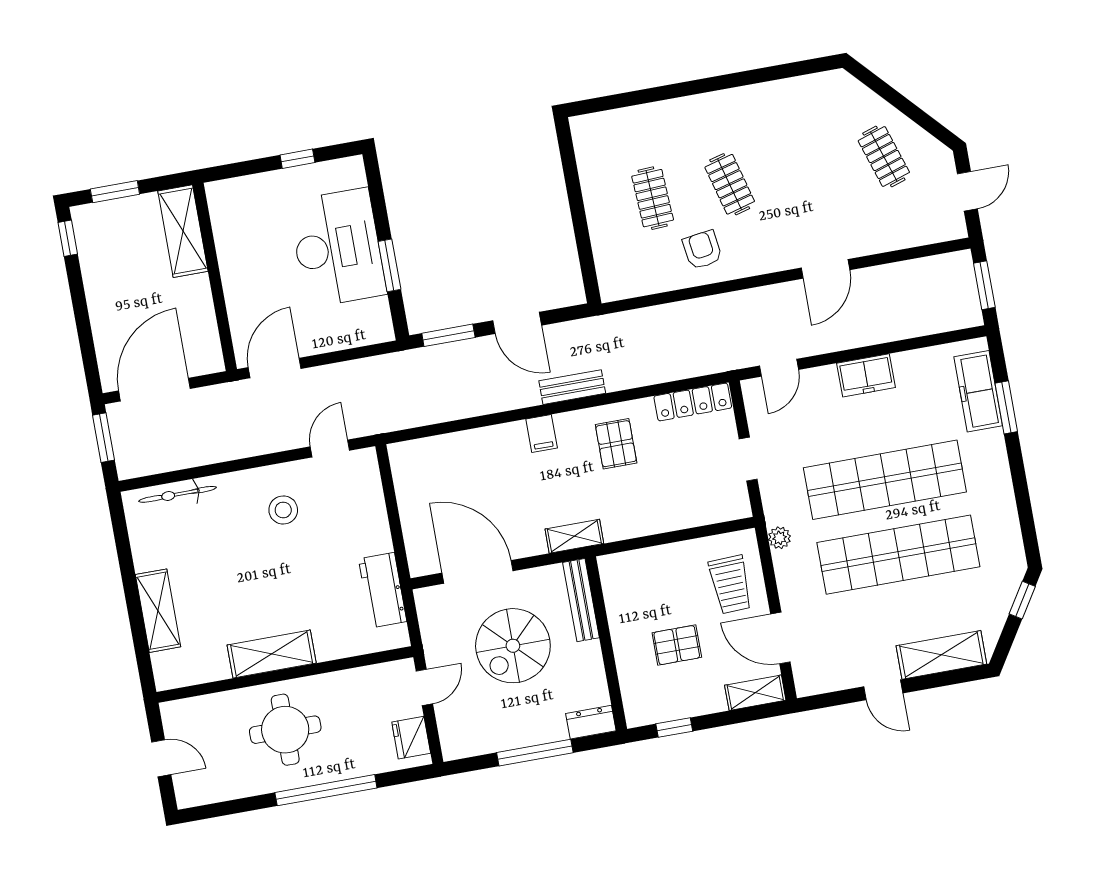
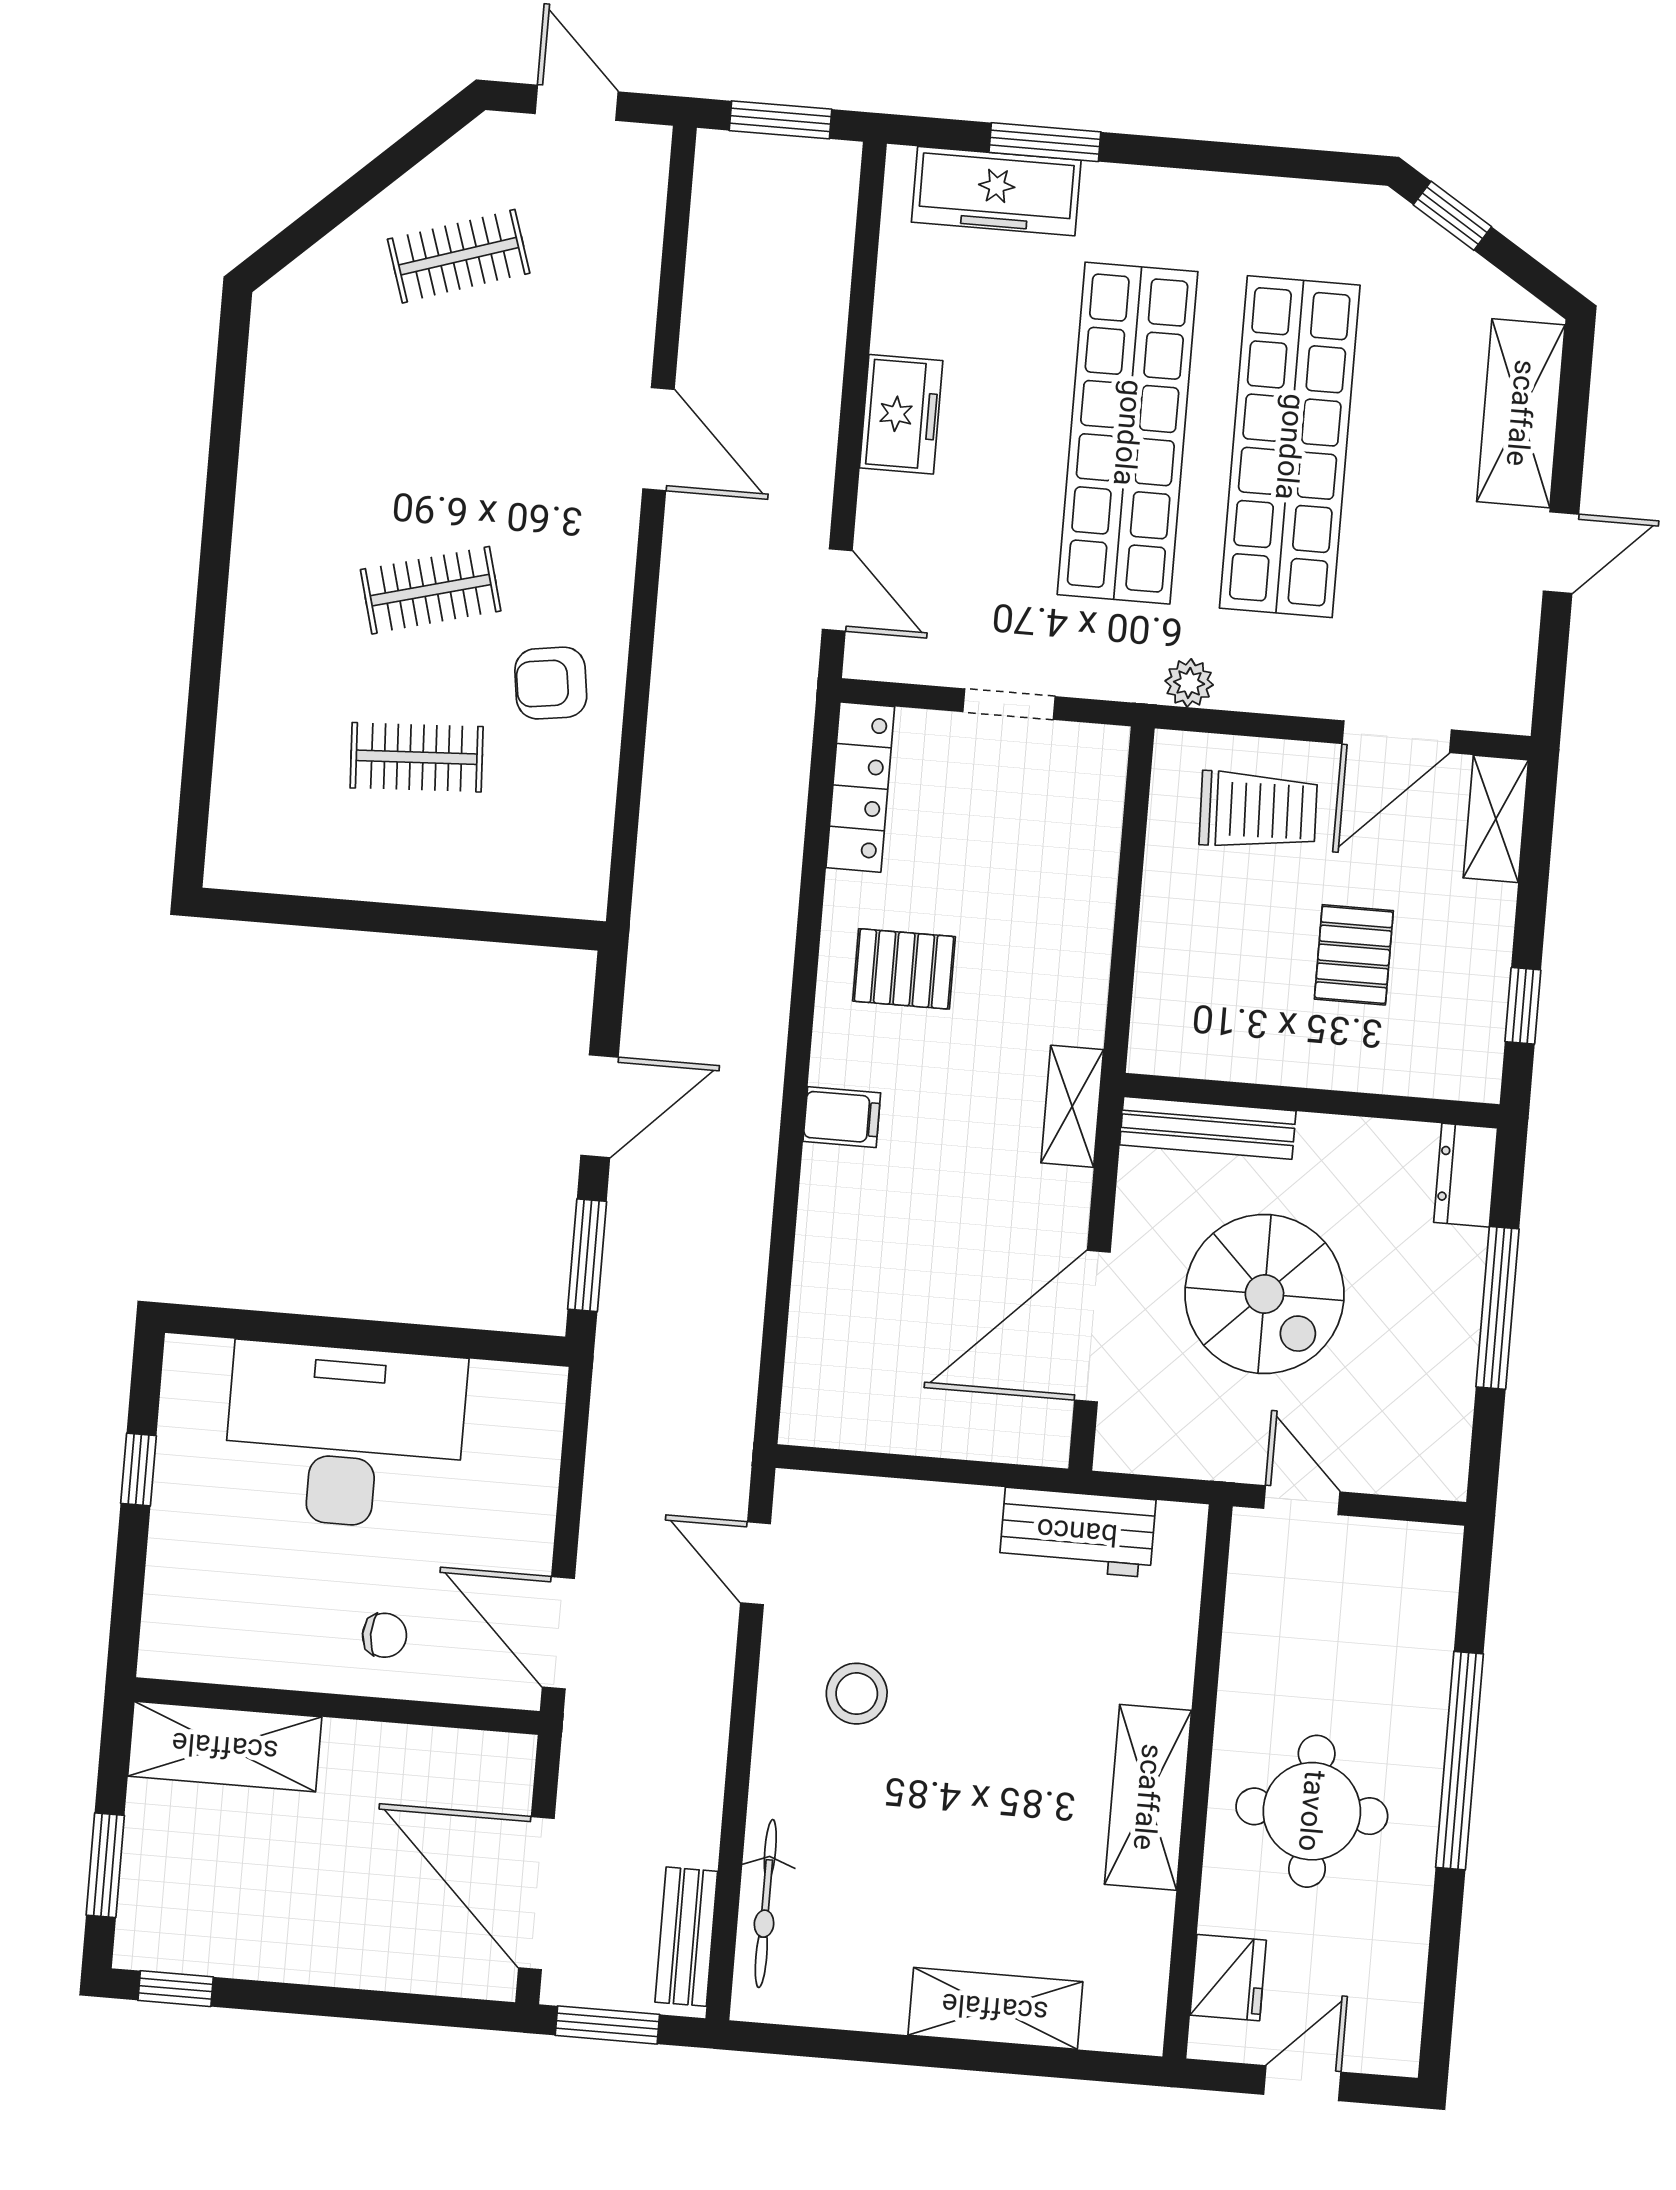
window: (389, 265) -> (410, 1339), removed
chair: (252, 290) -> (385, 1635), added
bench: (572, 387) -> (686, 1937), moved
fridge: (411, 738) -> (1228, 1978), moved, turned -90

